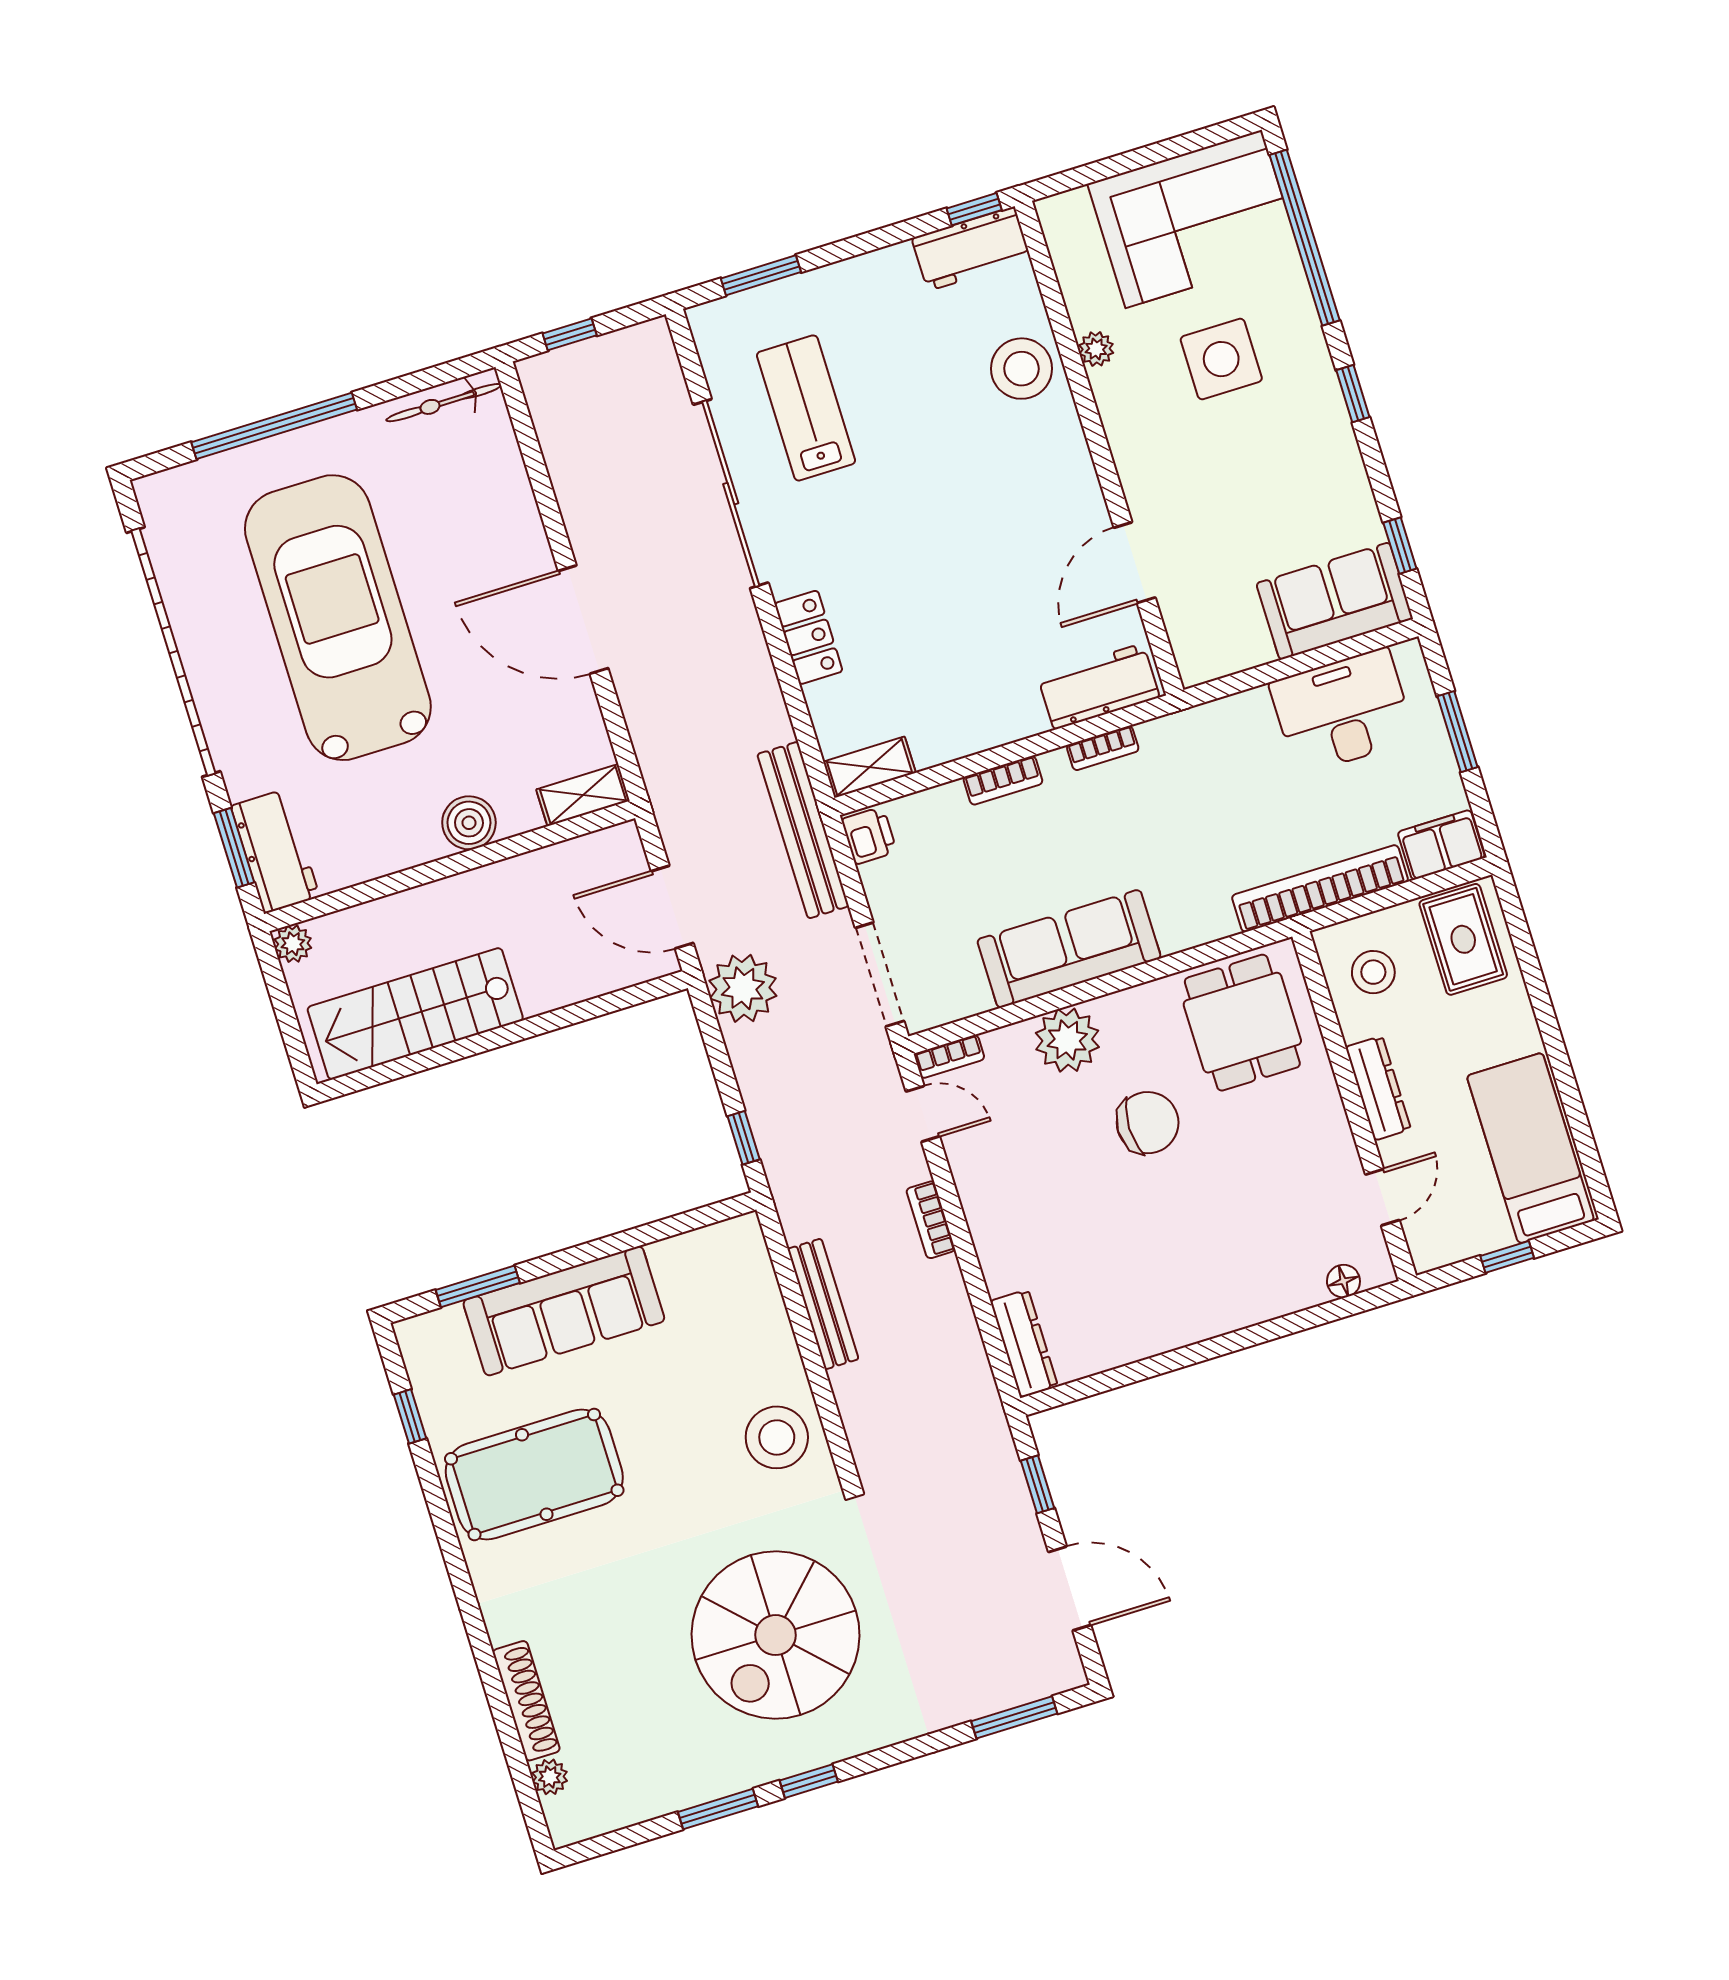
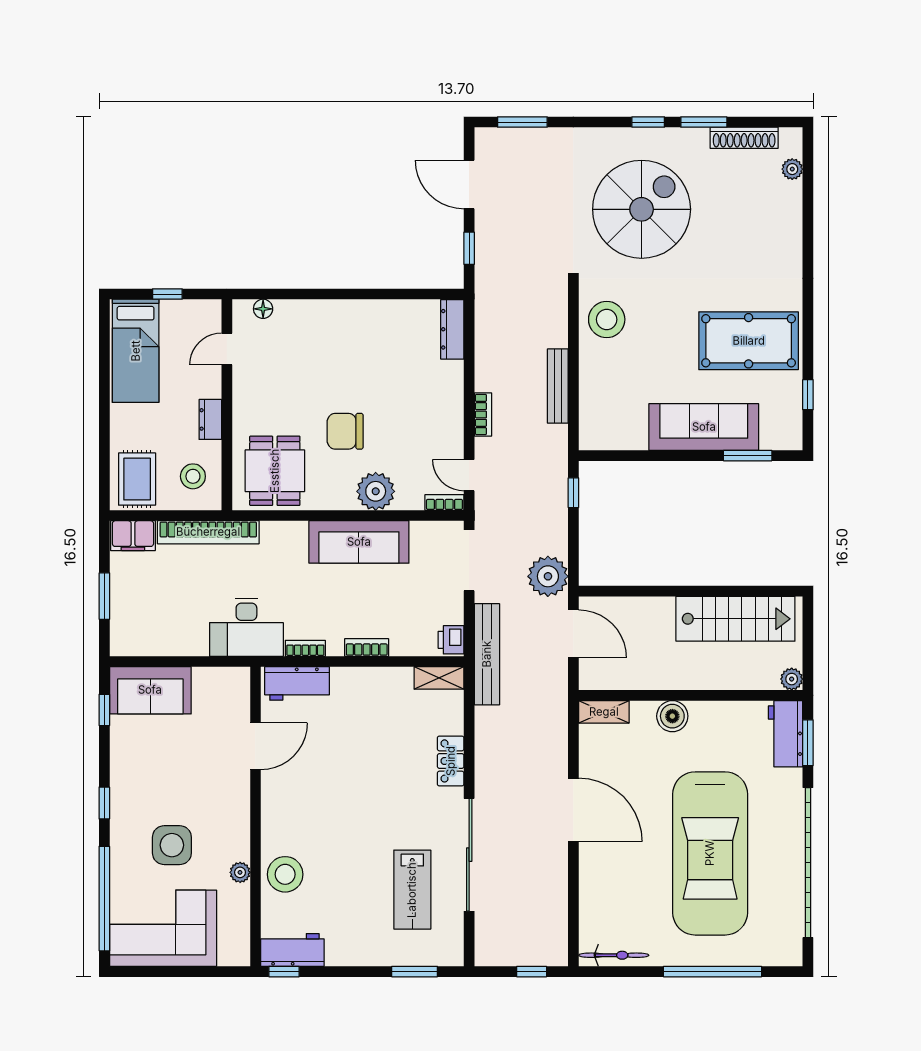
desk: (1342, 711) -> (246, 627), moved
dresser: (1378, 1088) -> (210, 419), width x0.70
shoe rack: (526, 1701) -> (744, 138), moved, turned -90

